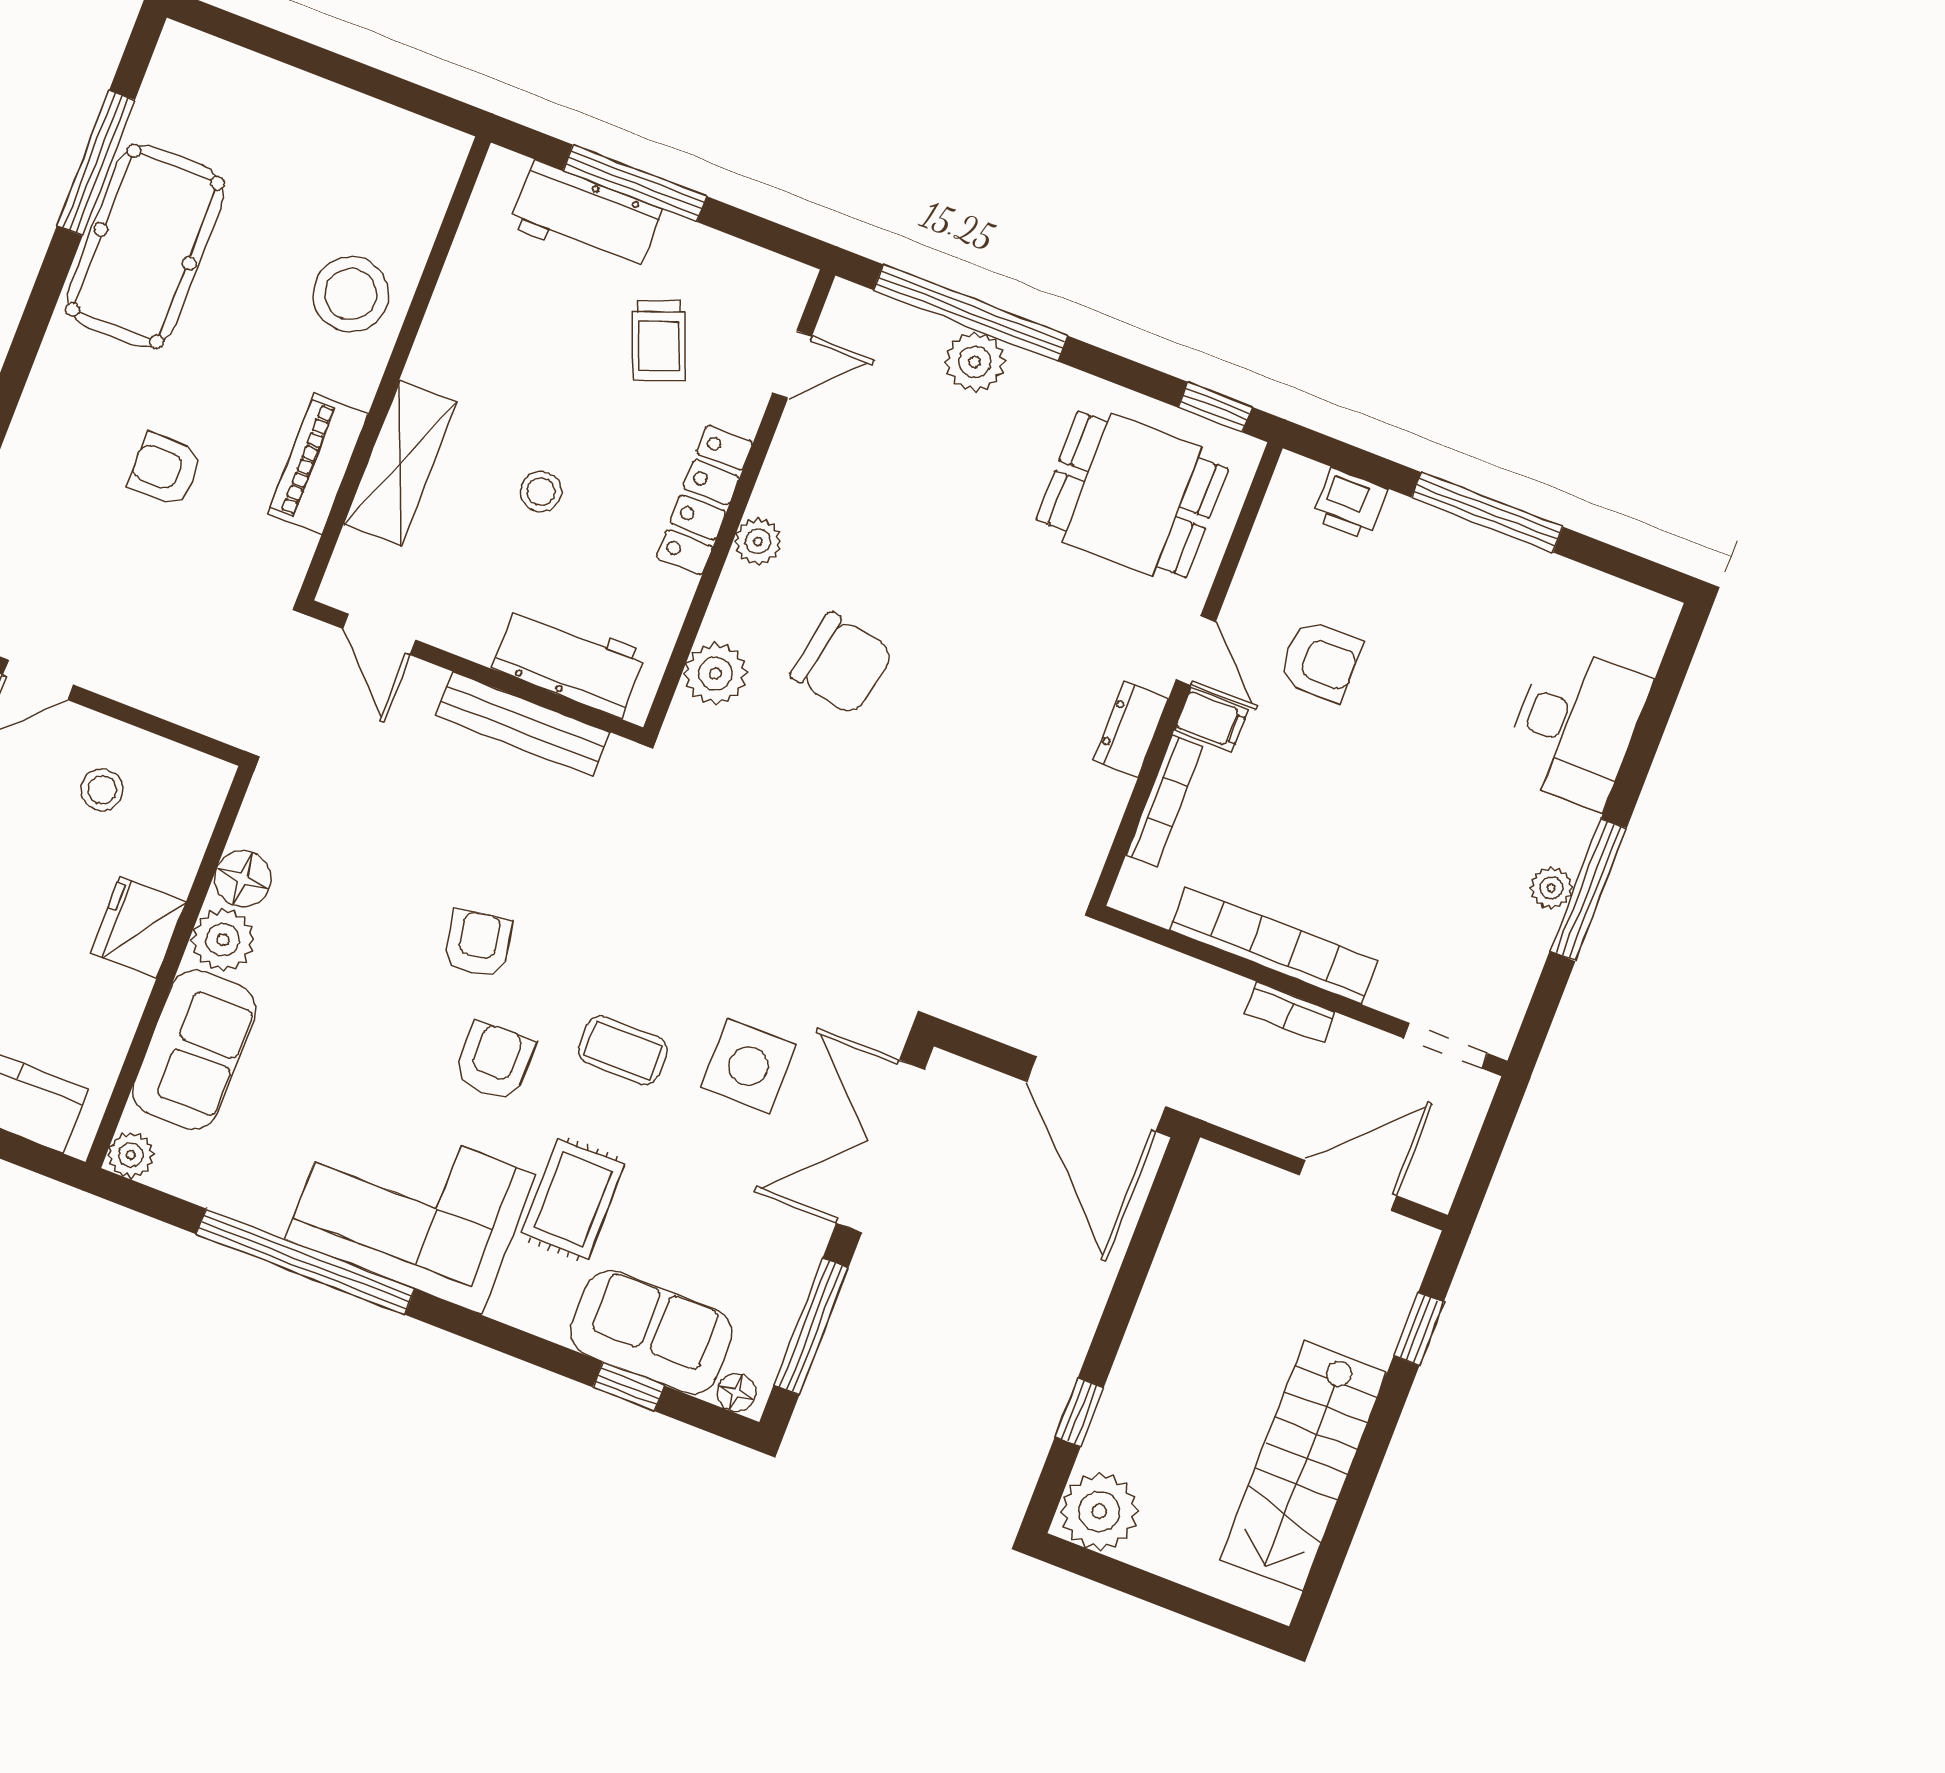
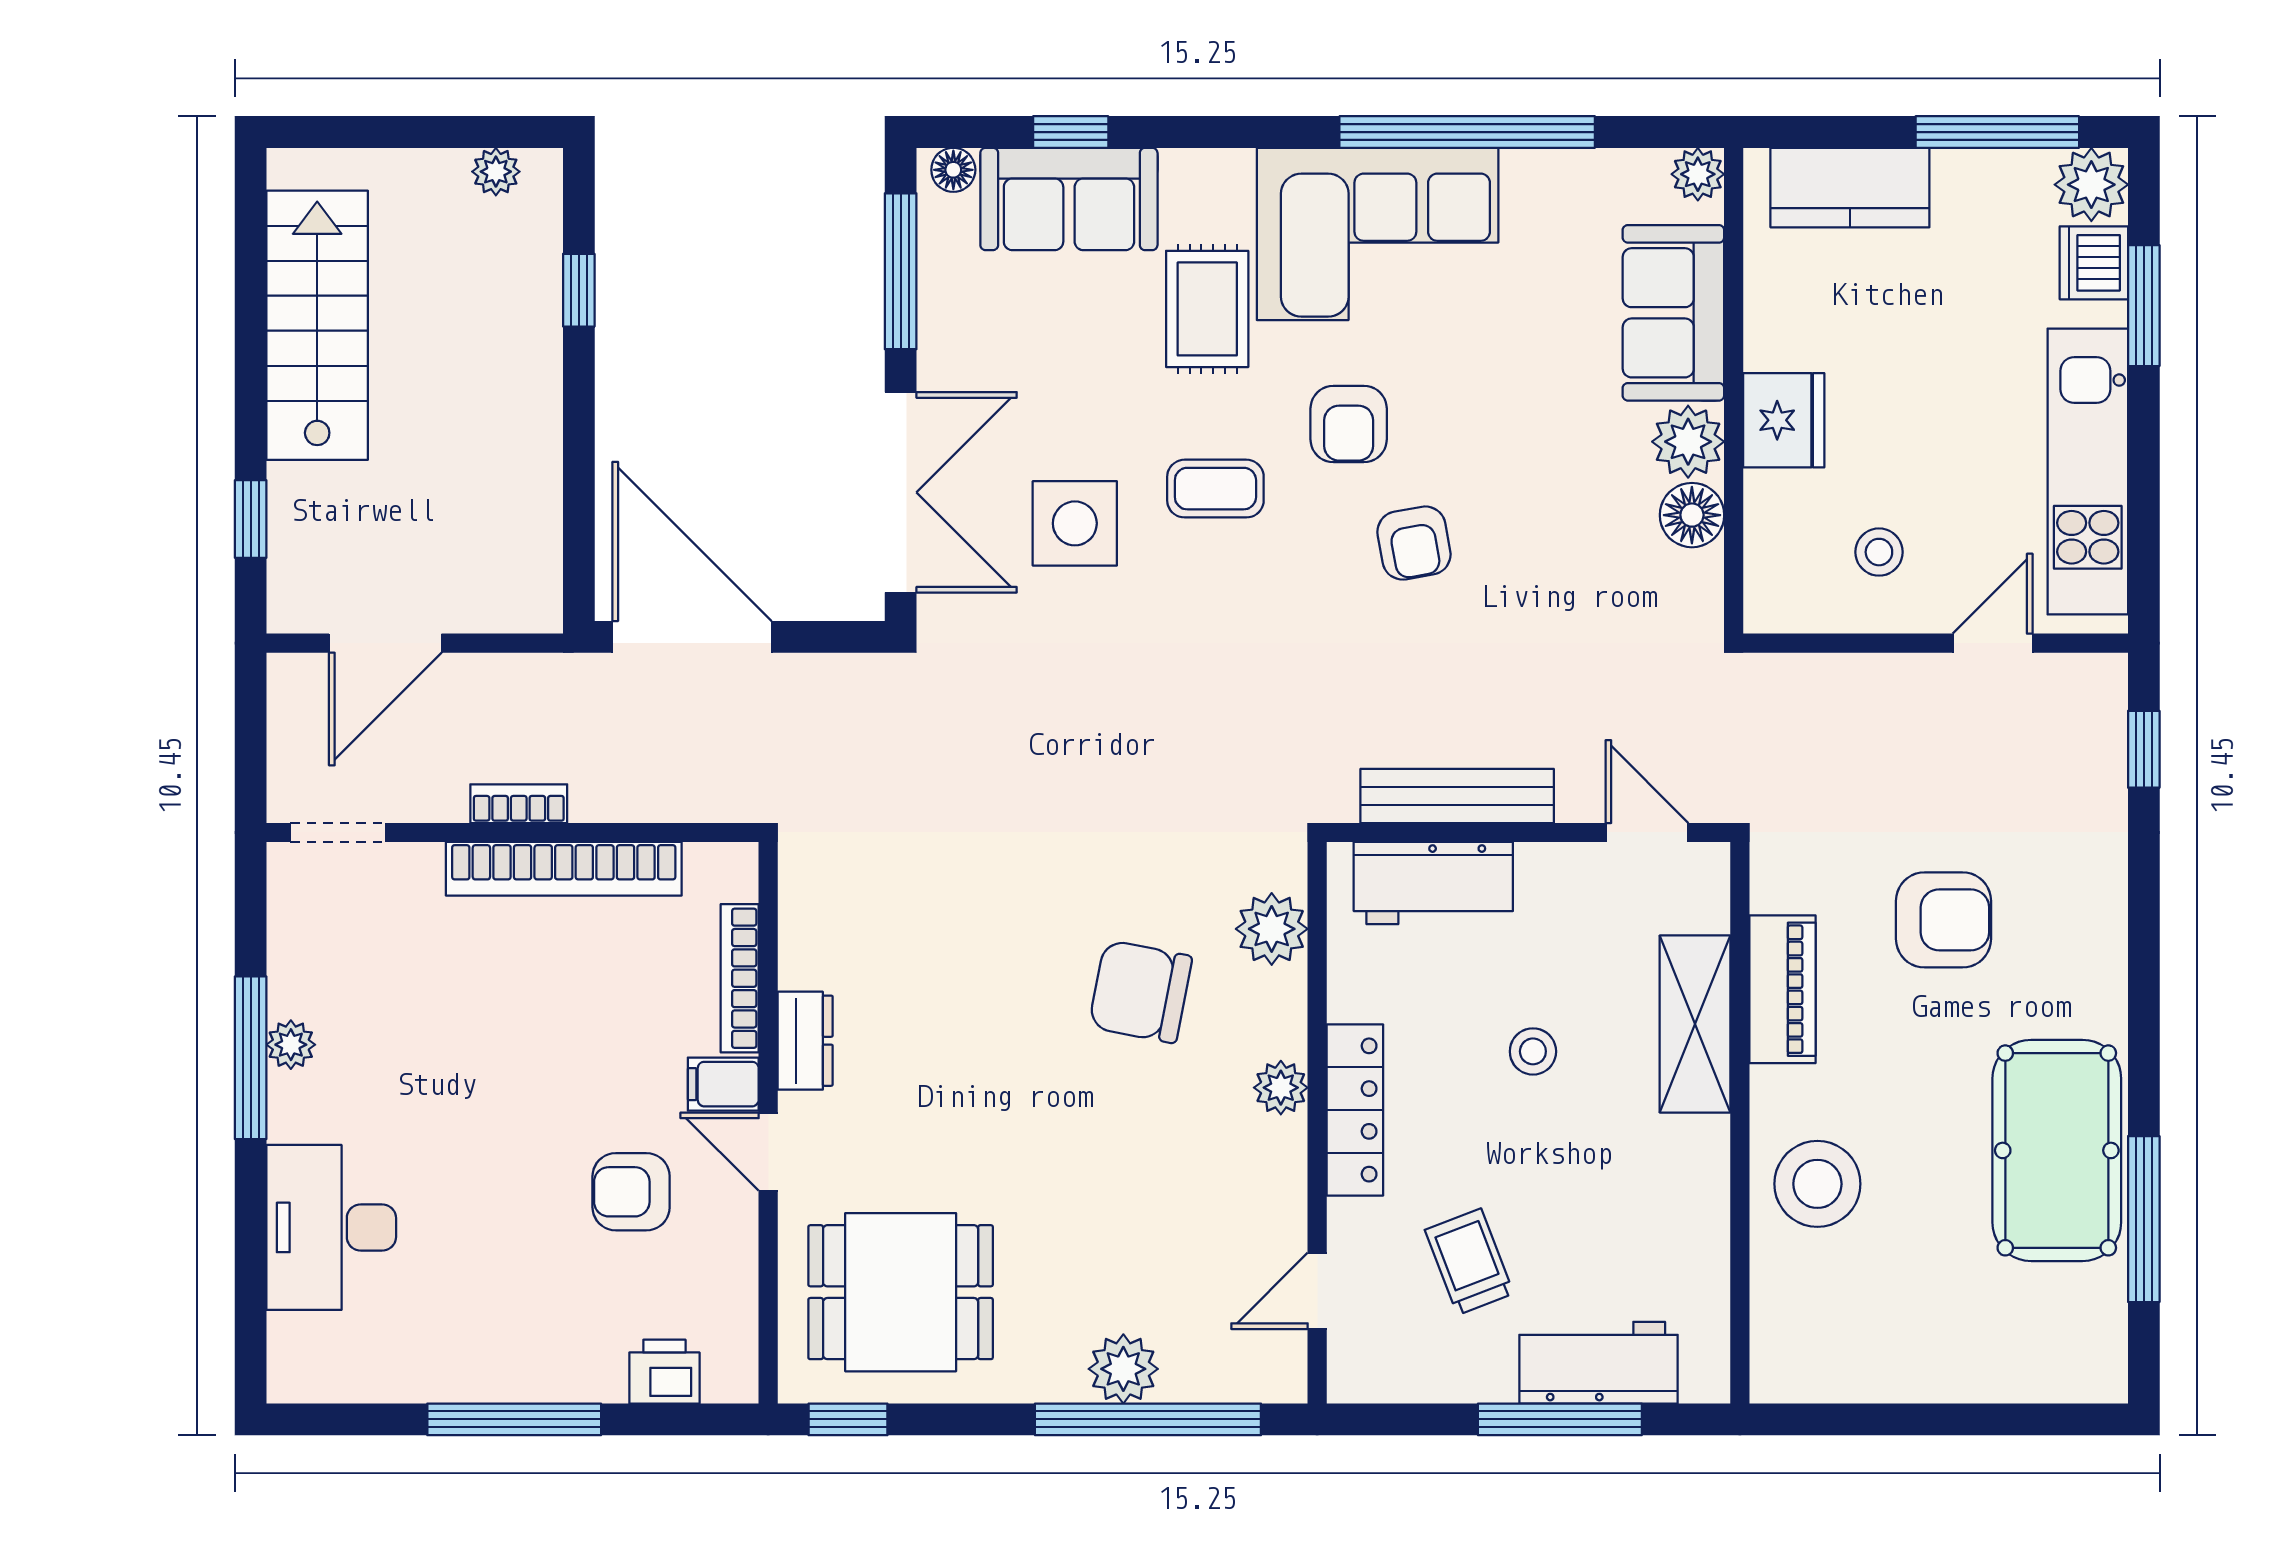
armchair: (165, 470) -> (1944, 920), width x1.38, depth x1.38
plant: (1099, 1511) -> (496, 172), width x0.53, depth x0.53

